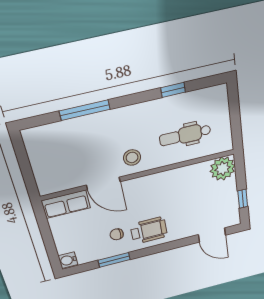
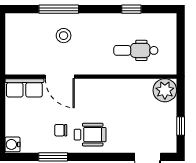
stool: (132, 157) -> (64, 36), moved

